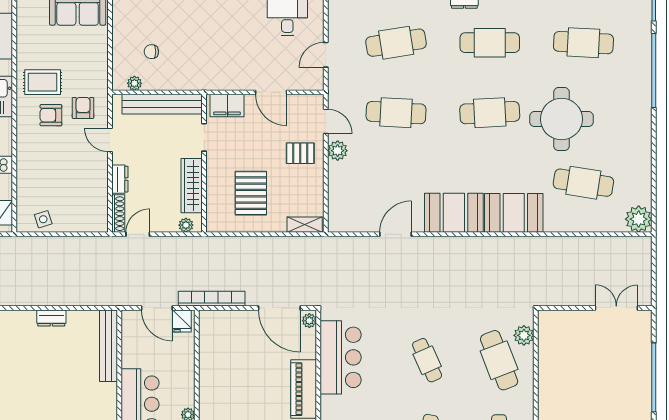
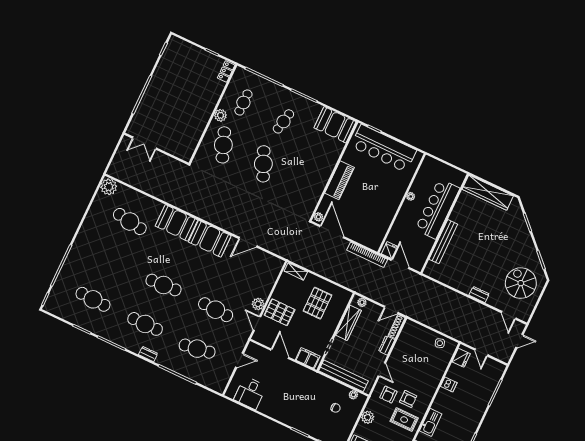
plant: (98, 60) -> (368, 417), added
round table: (561, 119) -> (125, 263), removed
pallet: (300, 153) -> (280, 312), width x1.50, depth x1.42
dresser: (51, 318) -> (479, 294), moved
plant: (524, 335) -> (220, 115), moved
bench: (108, 346) -> (443, 242), moved
bar counter: (341, 357) -> (311, 188), removed
cafe table: (427, 360) -> (263, 164), width x1.37, depth x1.35

